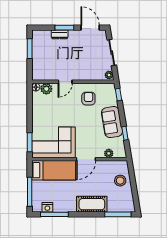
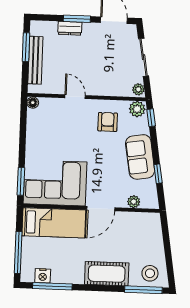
bench: (37, 58) -> (35, 60), added
door: (65, 82) -> (75, 97), swing flipped
plant: (46, 89) -> (137, 109), moved
stool: (120, 181) -> (150, 273), moved

